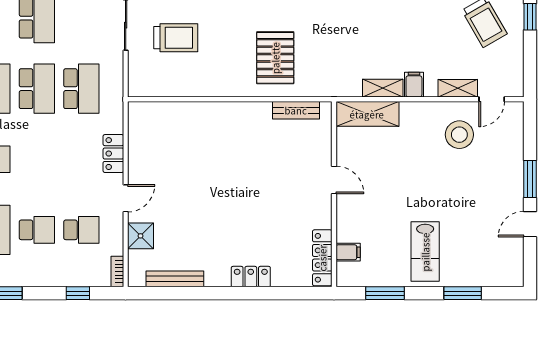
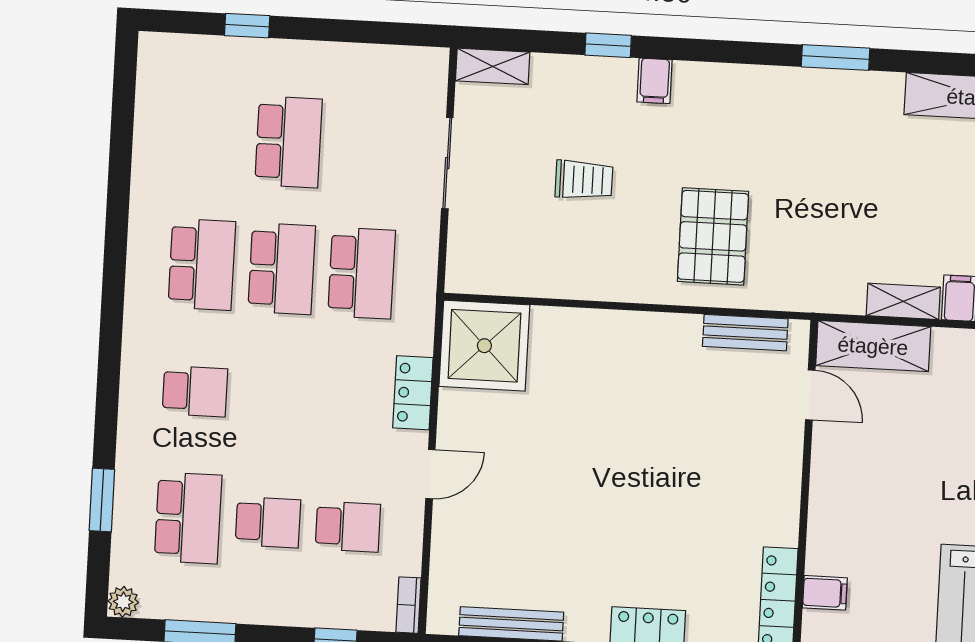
trolley: (176, 38) -> (584, 180), moved, width x0.73, depth x0.72
door: (334, 180) -> (810, 395), moved
shower: (141, 236) -> (484, 346), moved, width x1.86, depth x1.86

